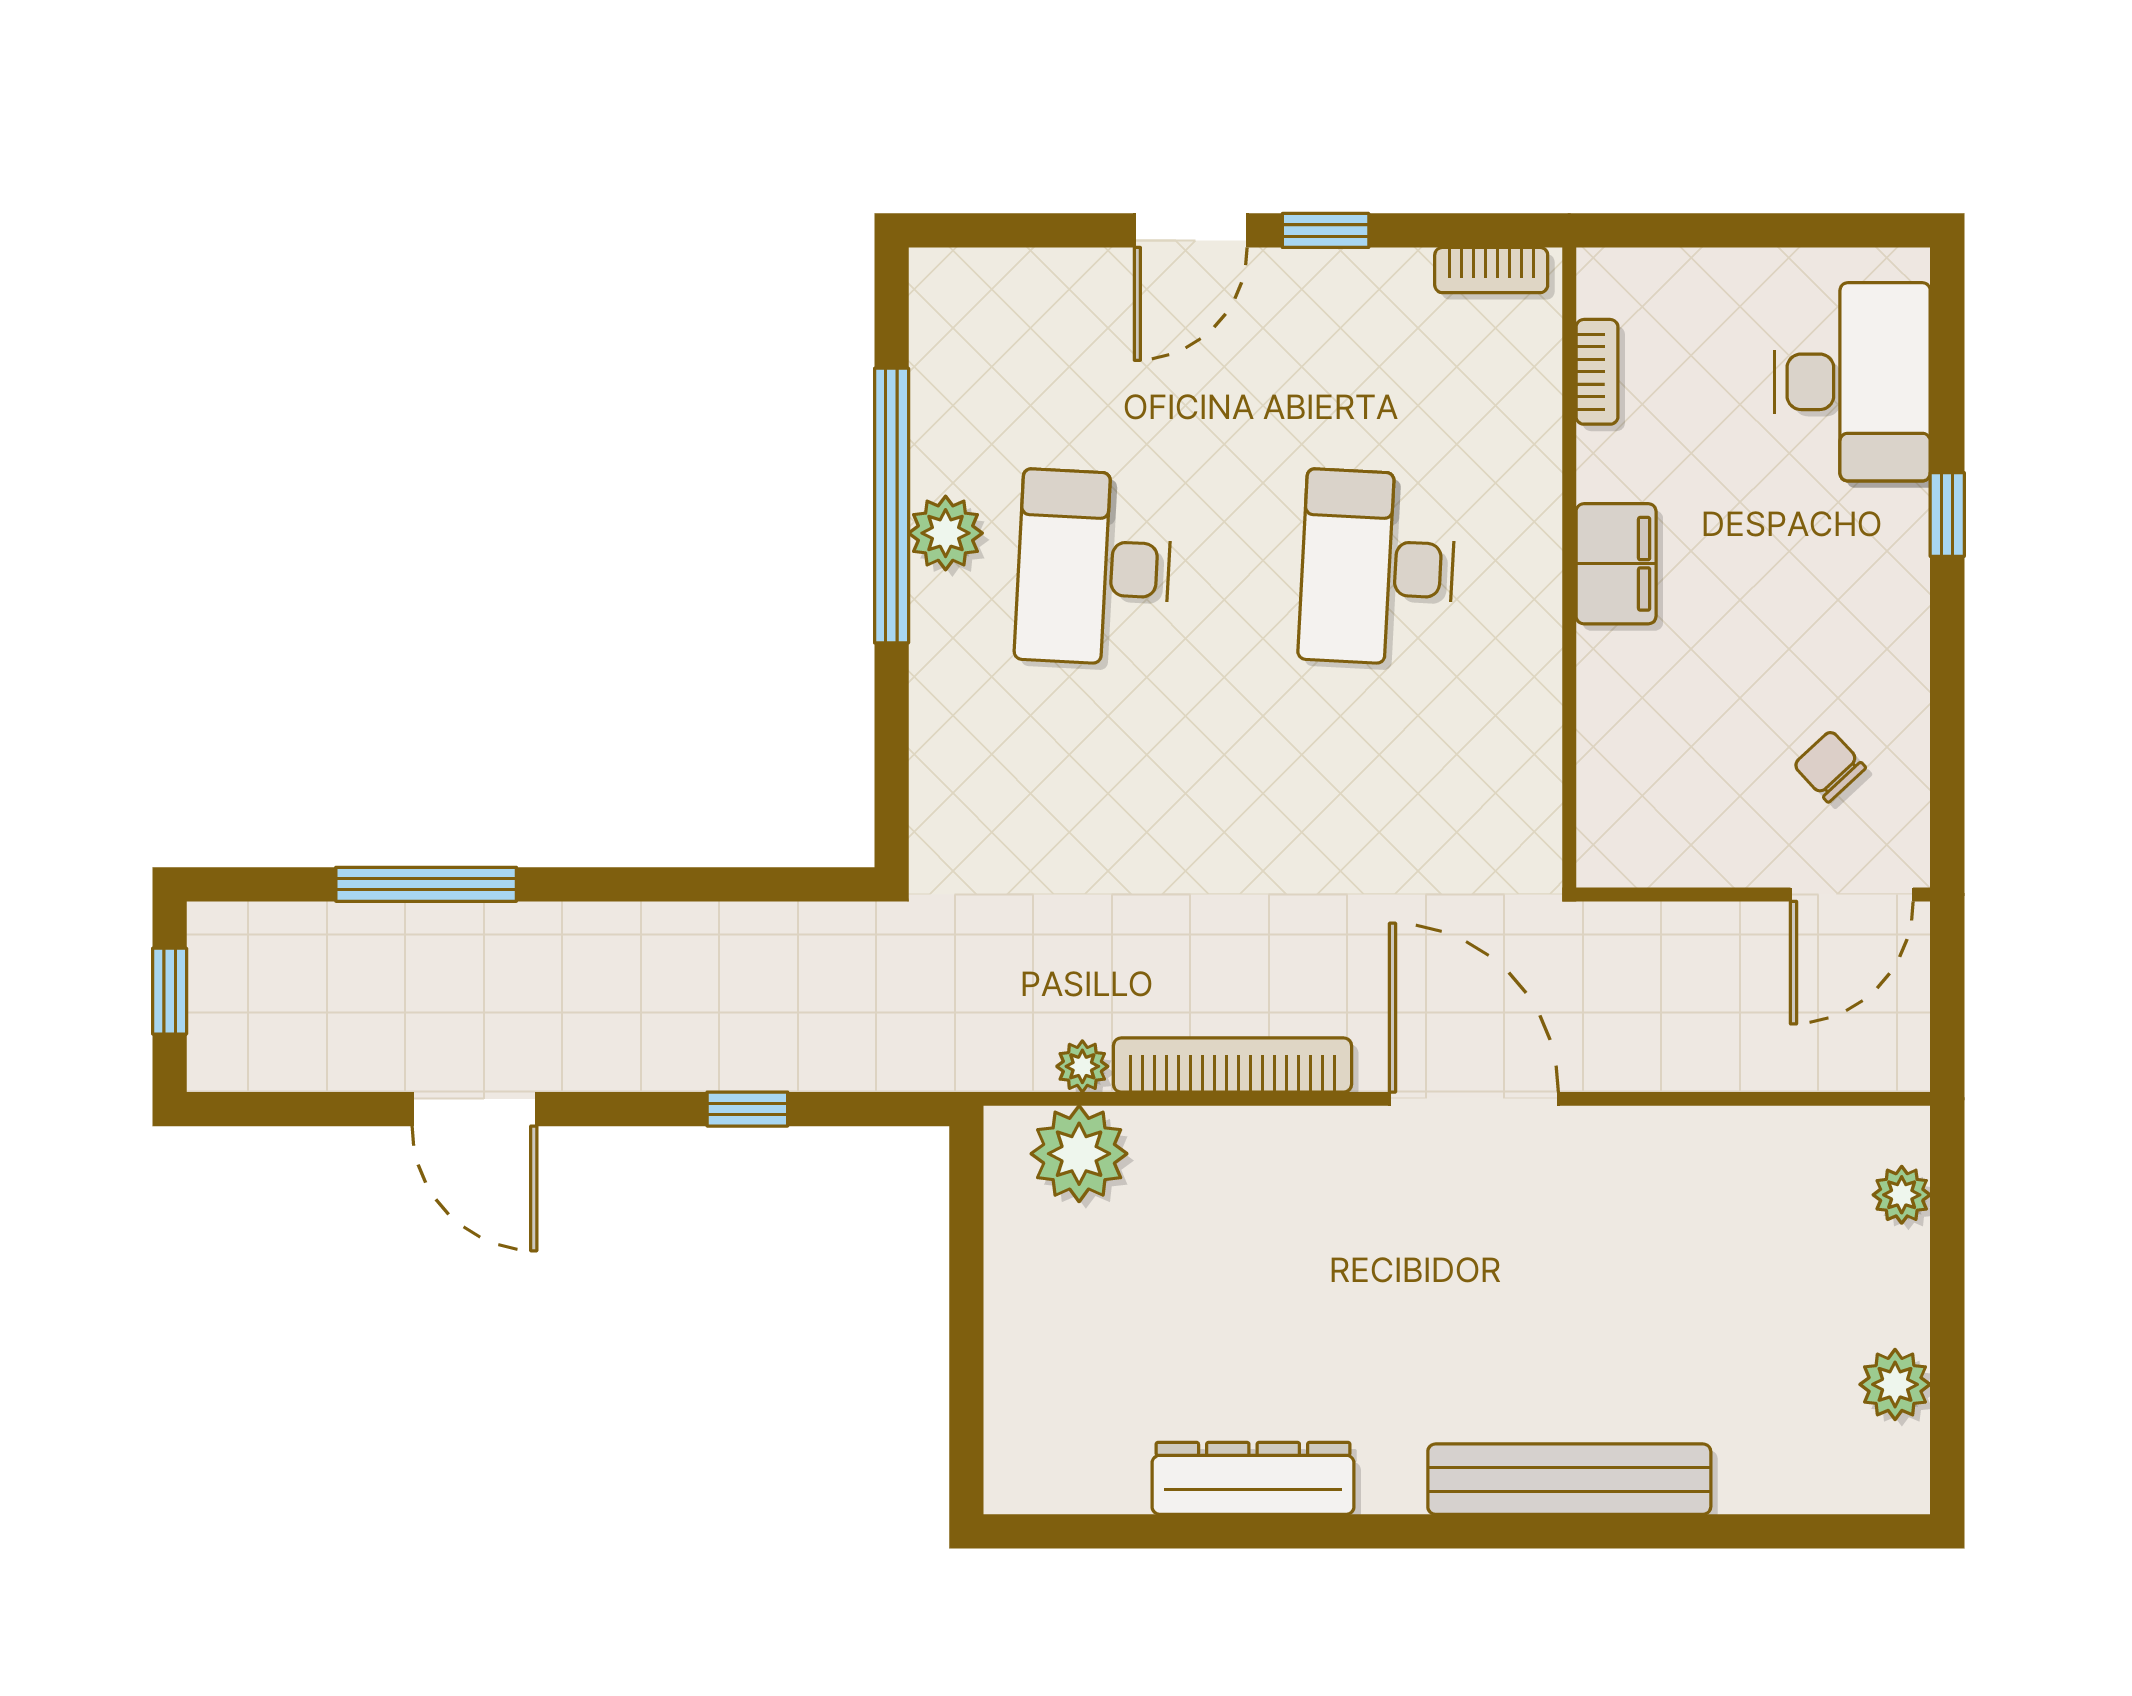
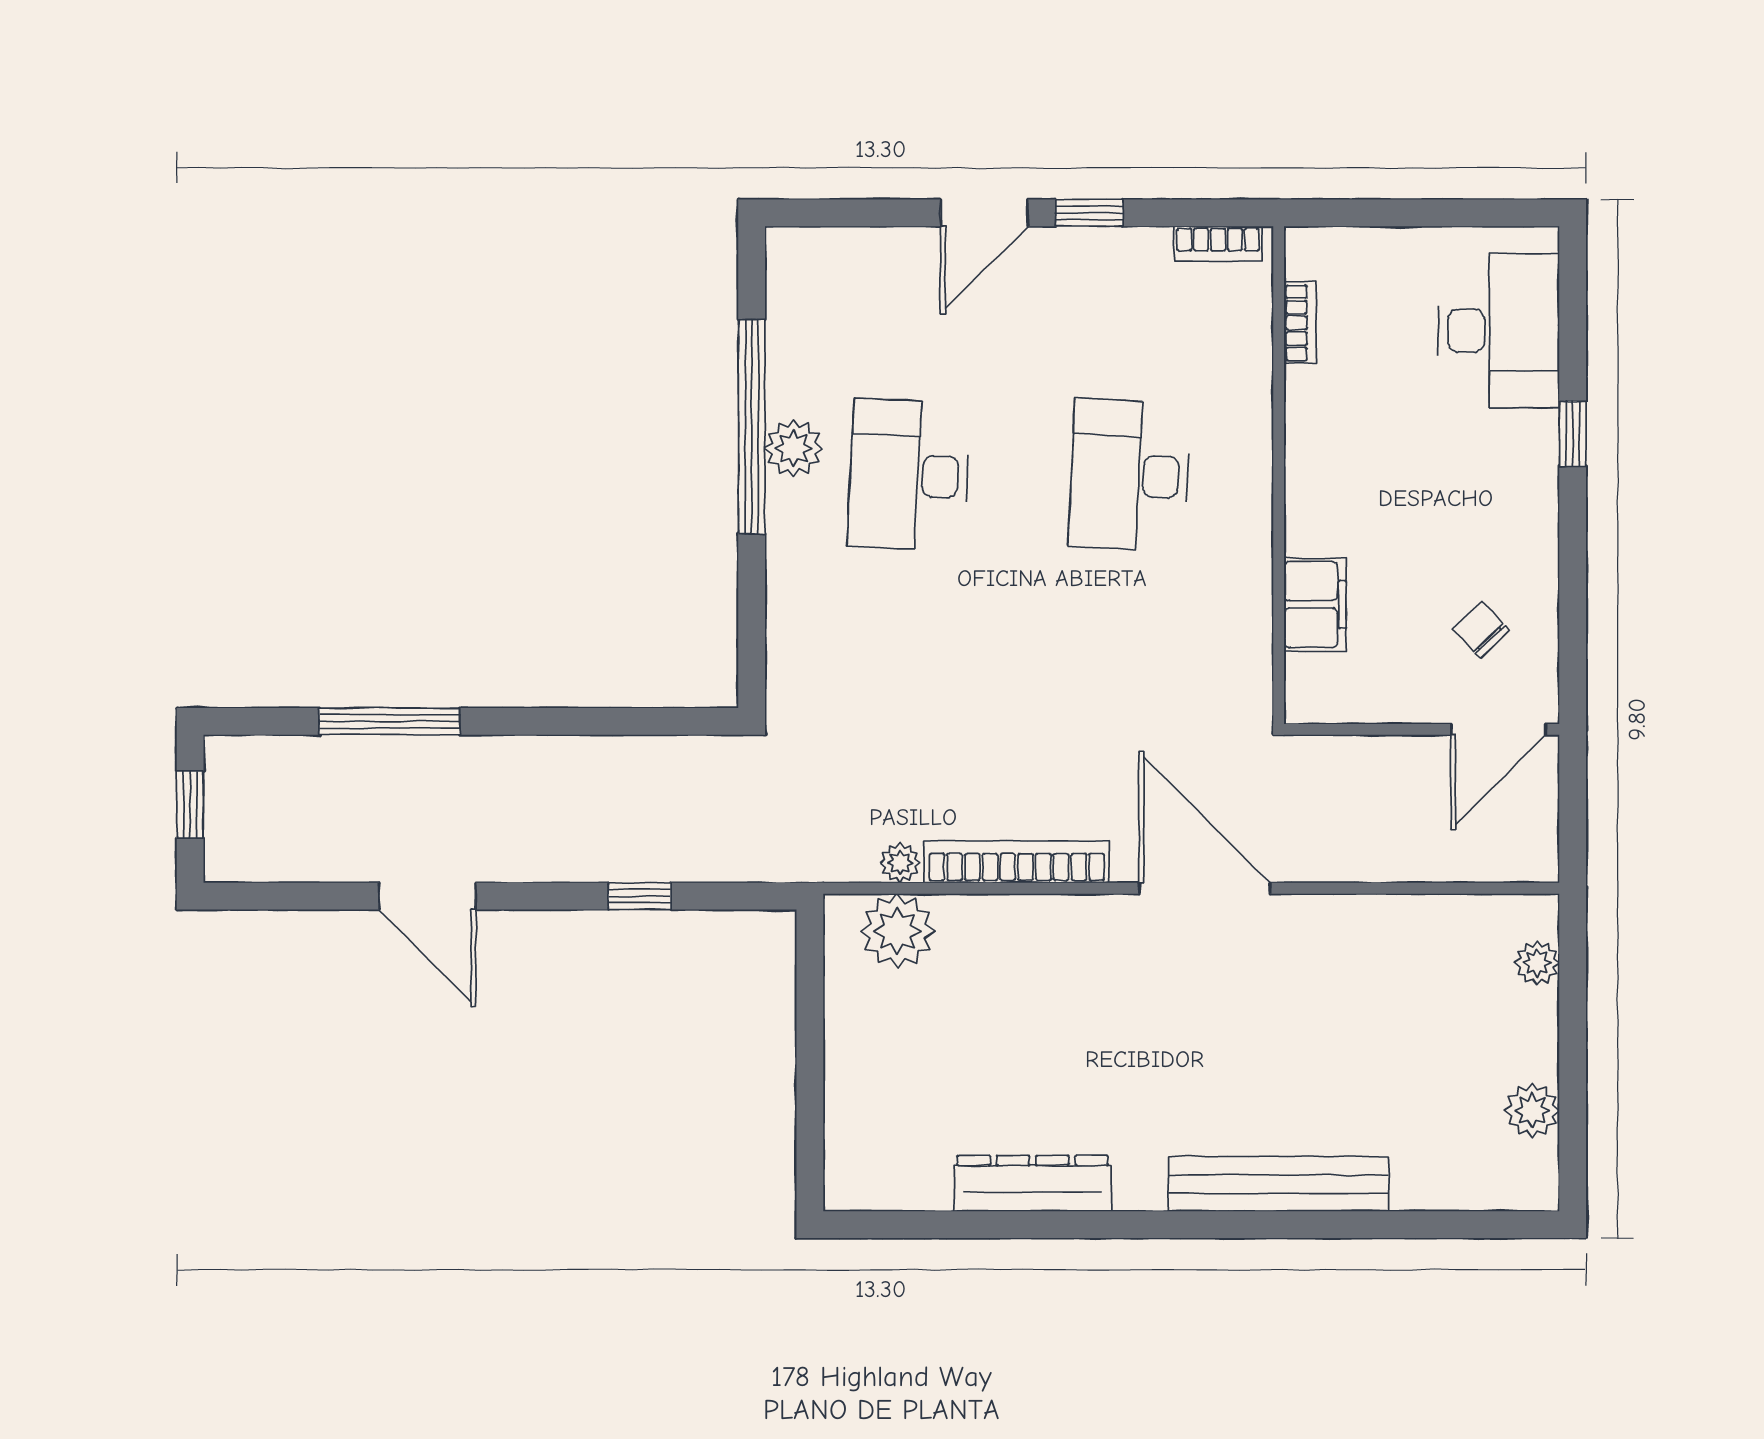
filing cabinet: (1616, 564) -> (1315, 605), moved

